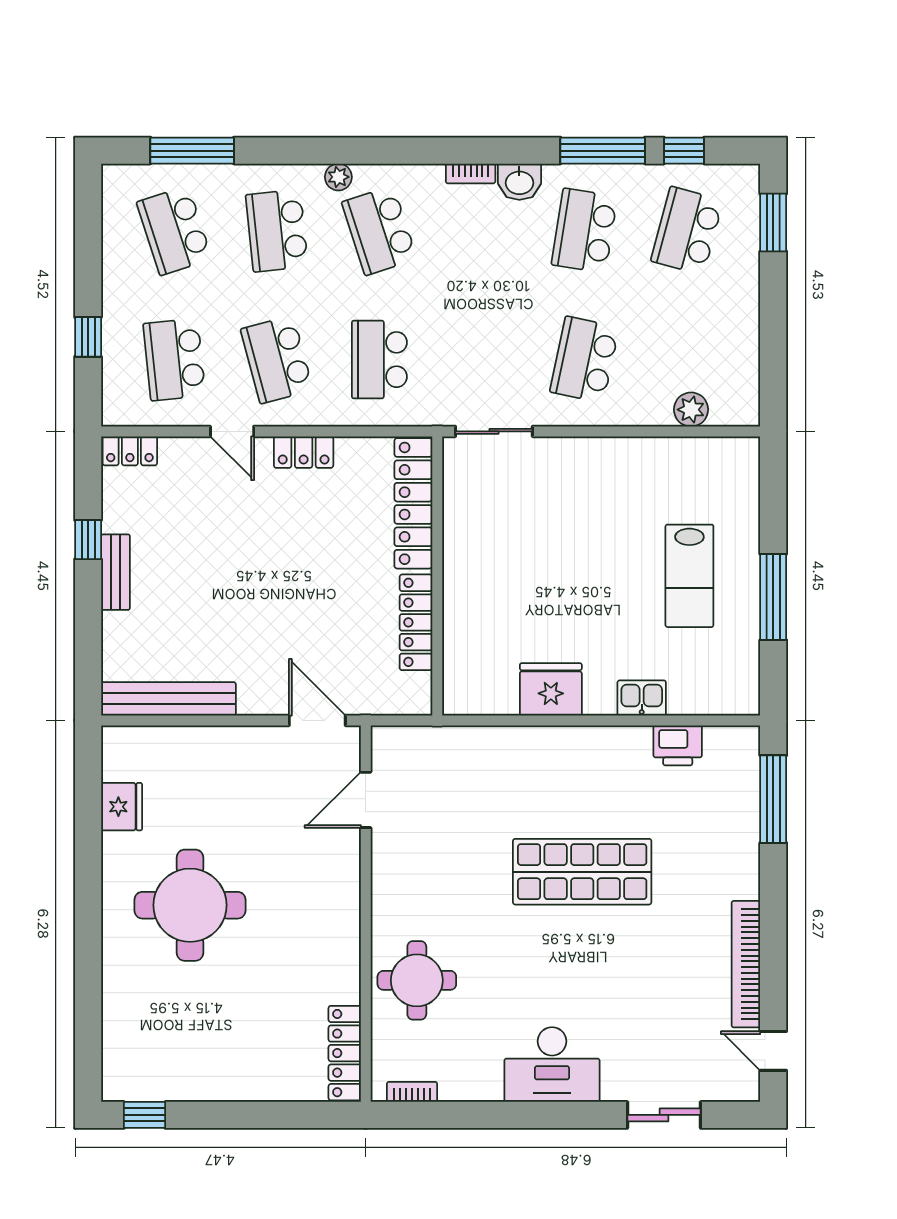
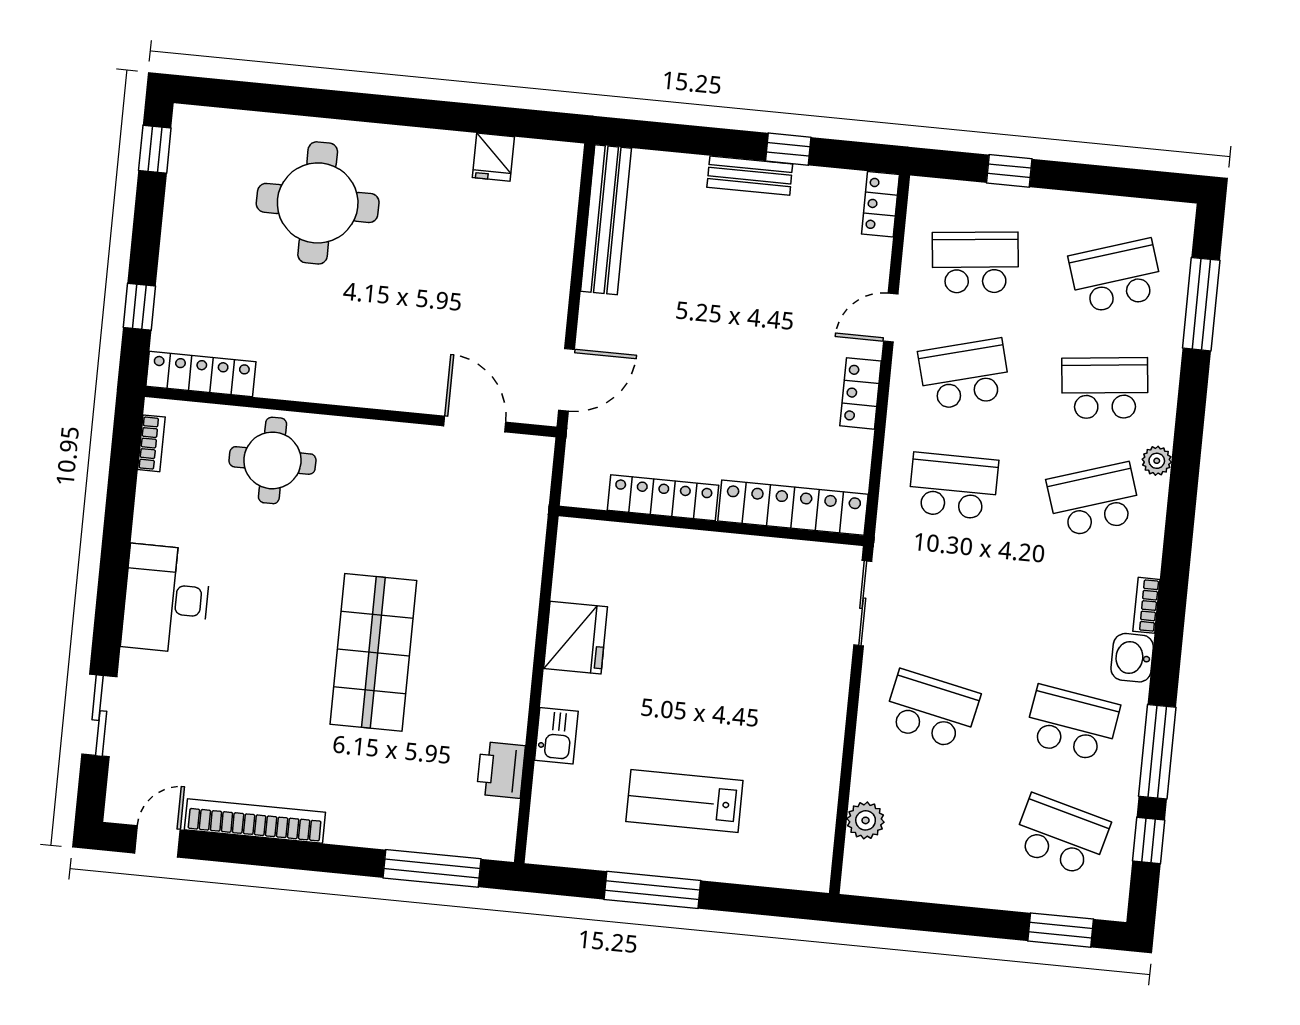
fridge: (122, 807) -> (493, 157), width x0.72
round table: (190, 905) -> (318, 203), moved
window: (289, 1115) -> (139, 307), added

